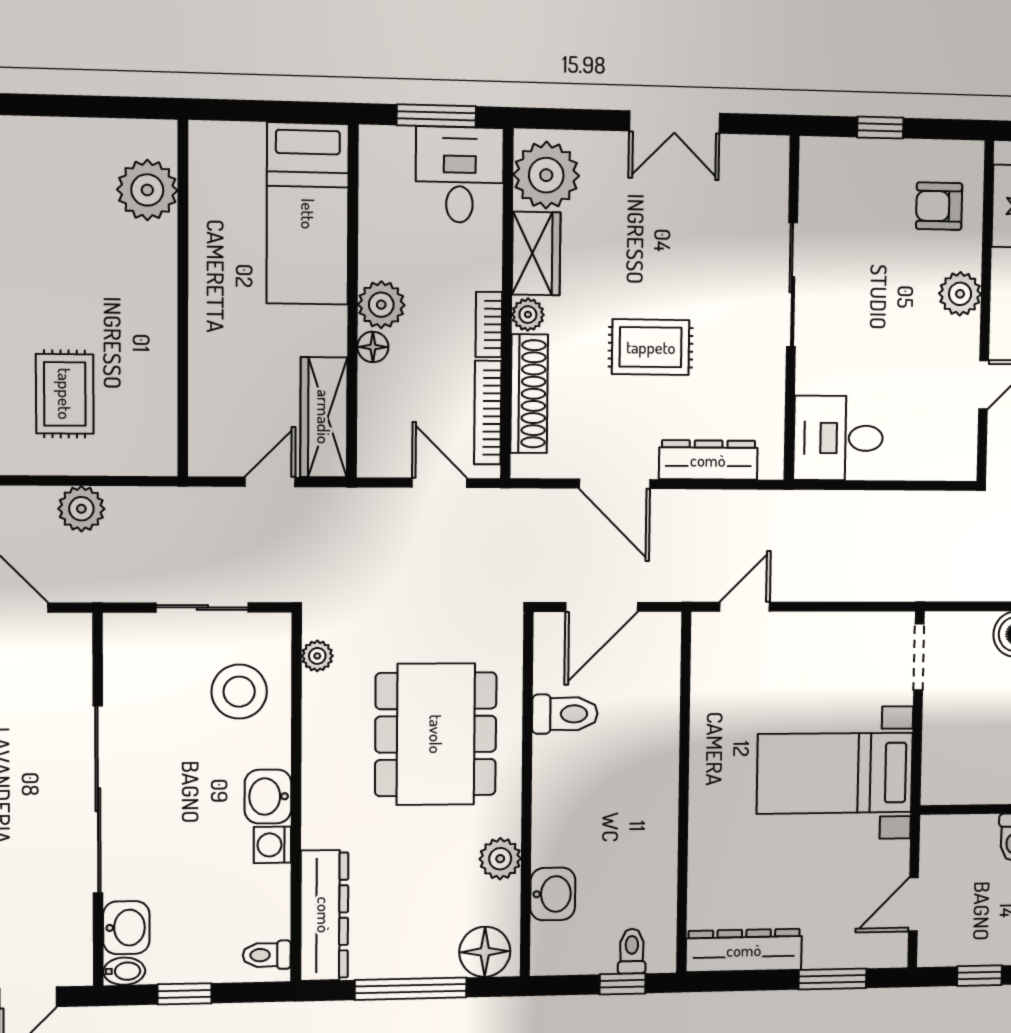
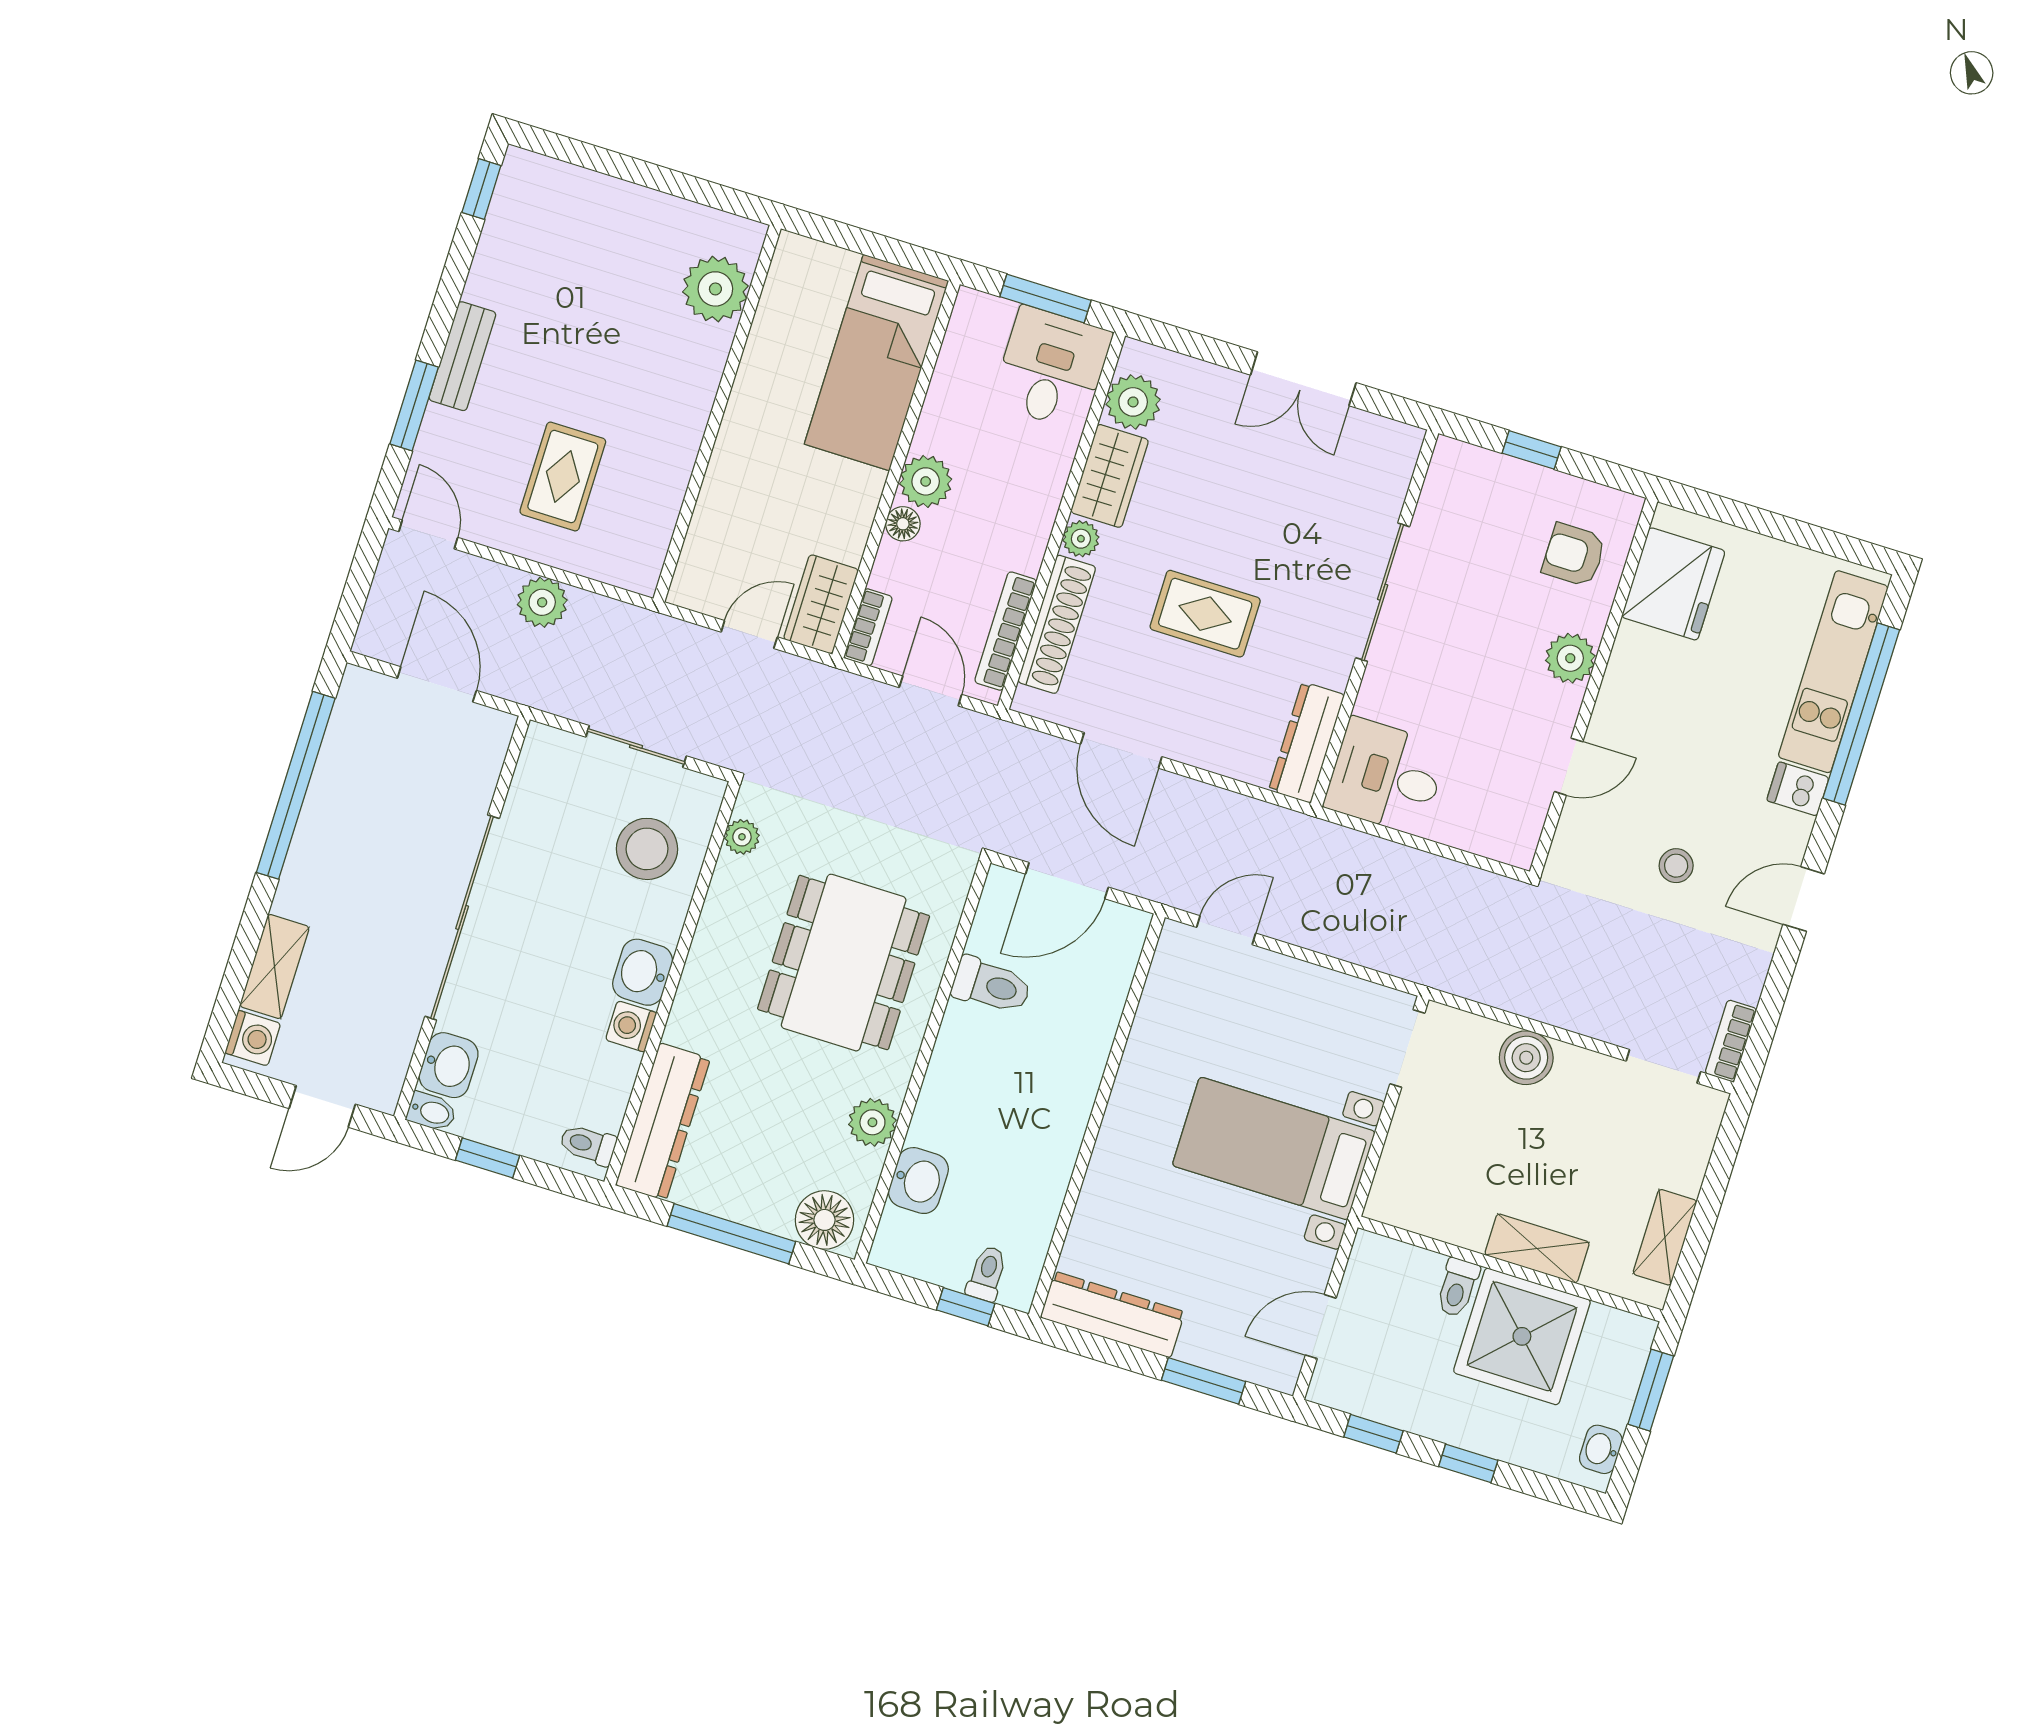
plant: (546, 175) -> (1133, 402), width x0.73, depth x0.73
bookcase: (489, 325) -> (868, 627), moved, turned 180
wardrobe: (324, 417) -> (821, 604), width x0.67
dresser: (708, 460) -> (1307, 742), moved, turned -90

